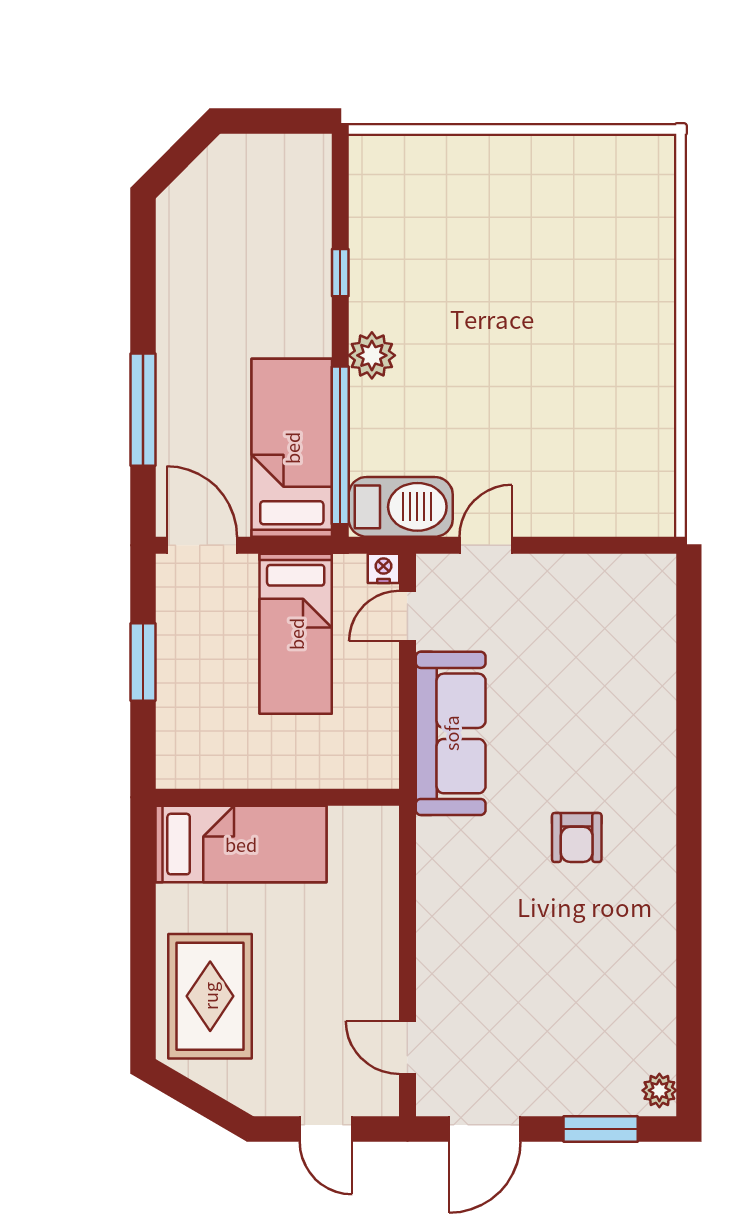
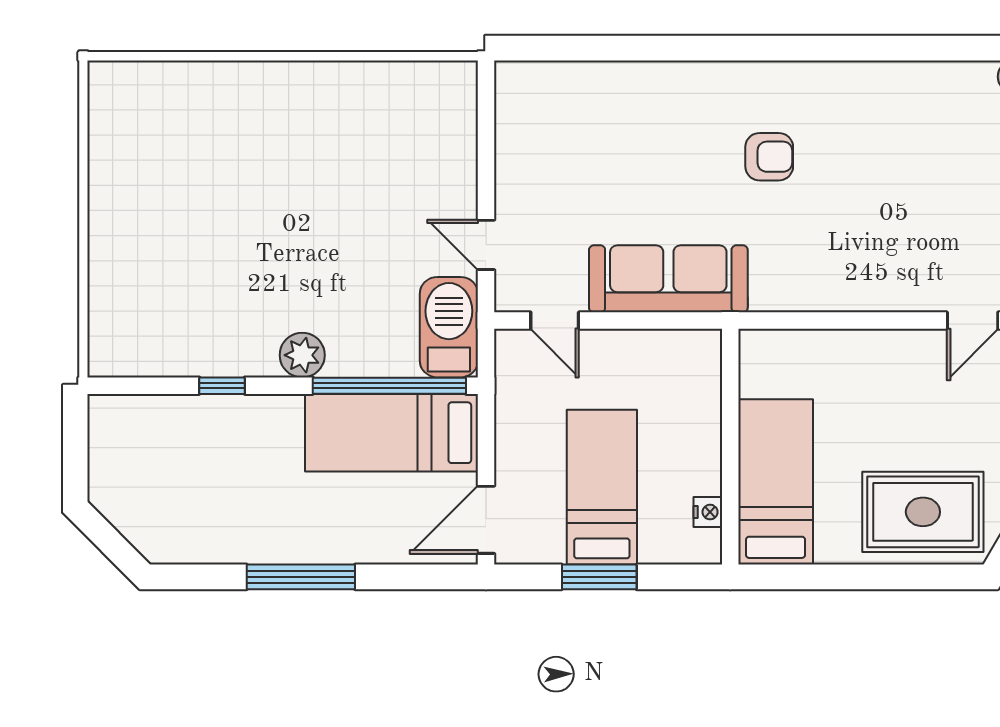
window: (143, 410) -> (301, 577), moved
nightstand: (384, 568) -> (708, 512), moved, turned 180
bed: (296, 634) -> (602, 487), moved, turned -90

